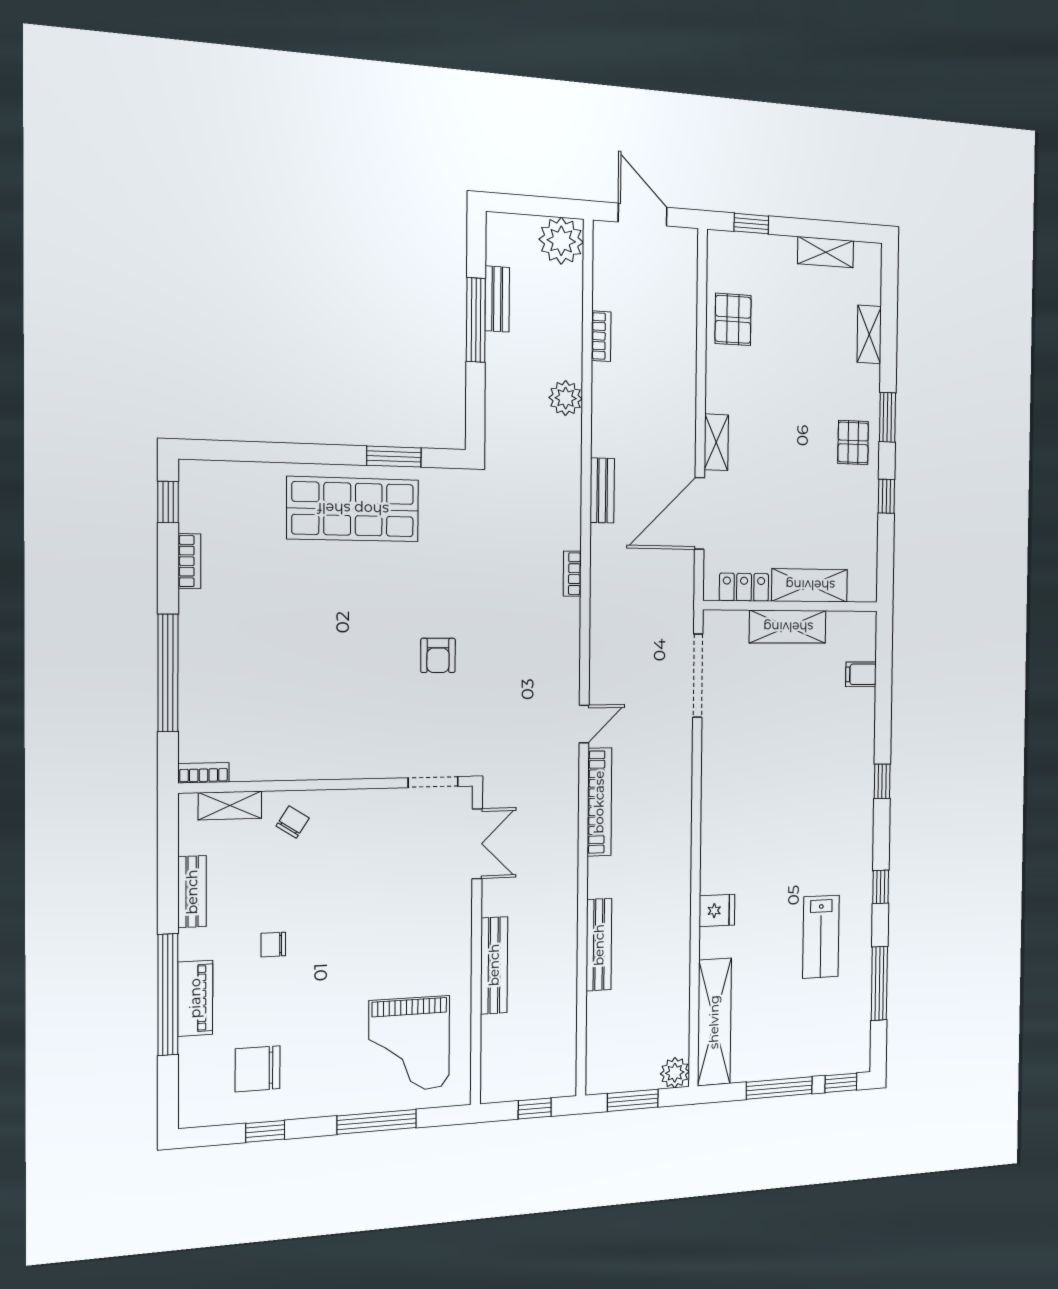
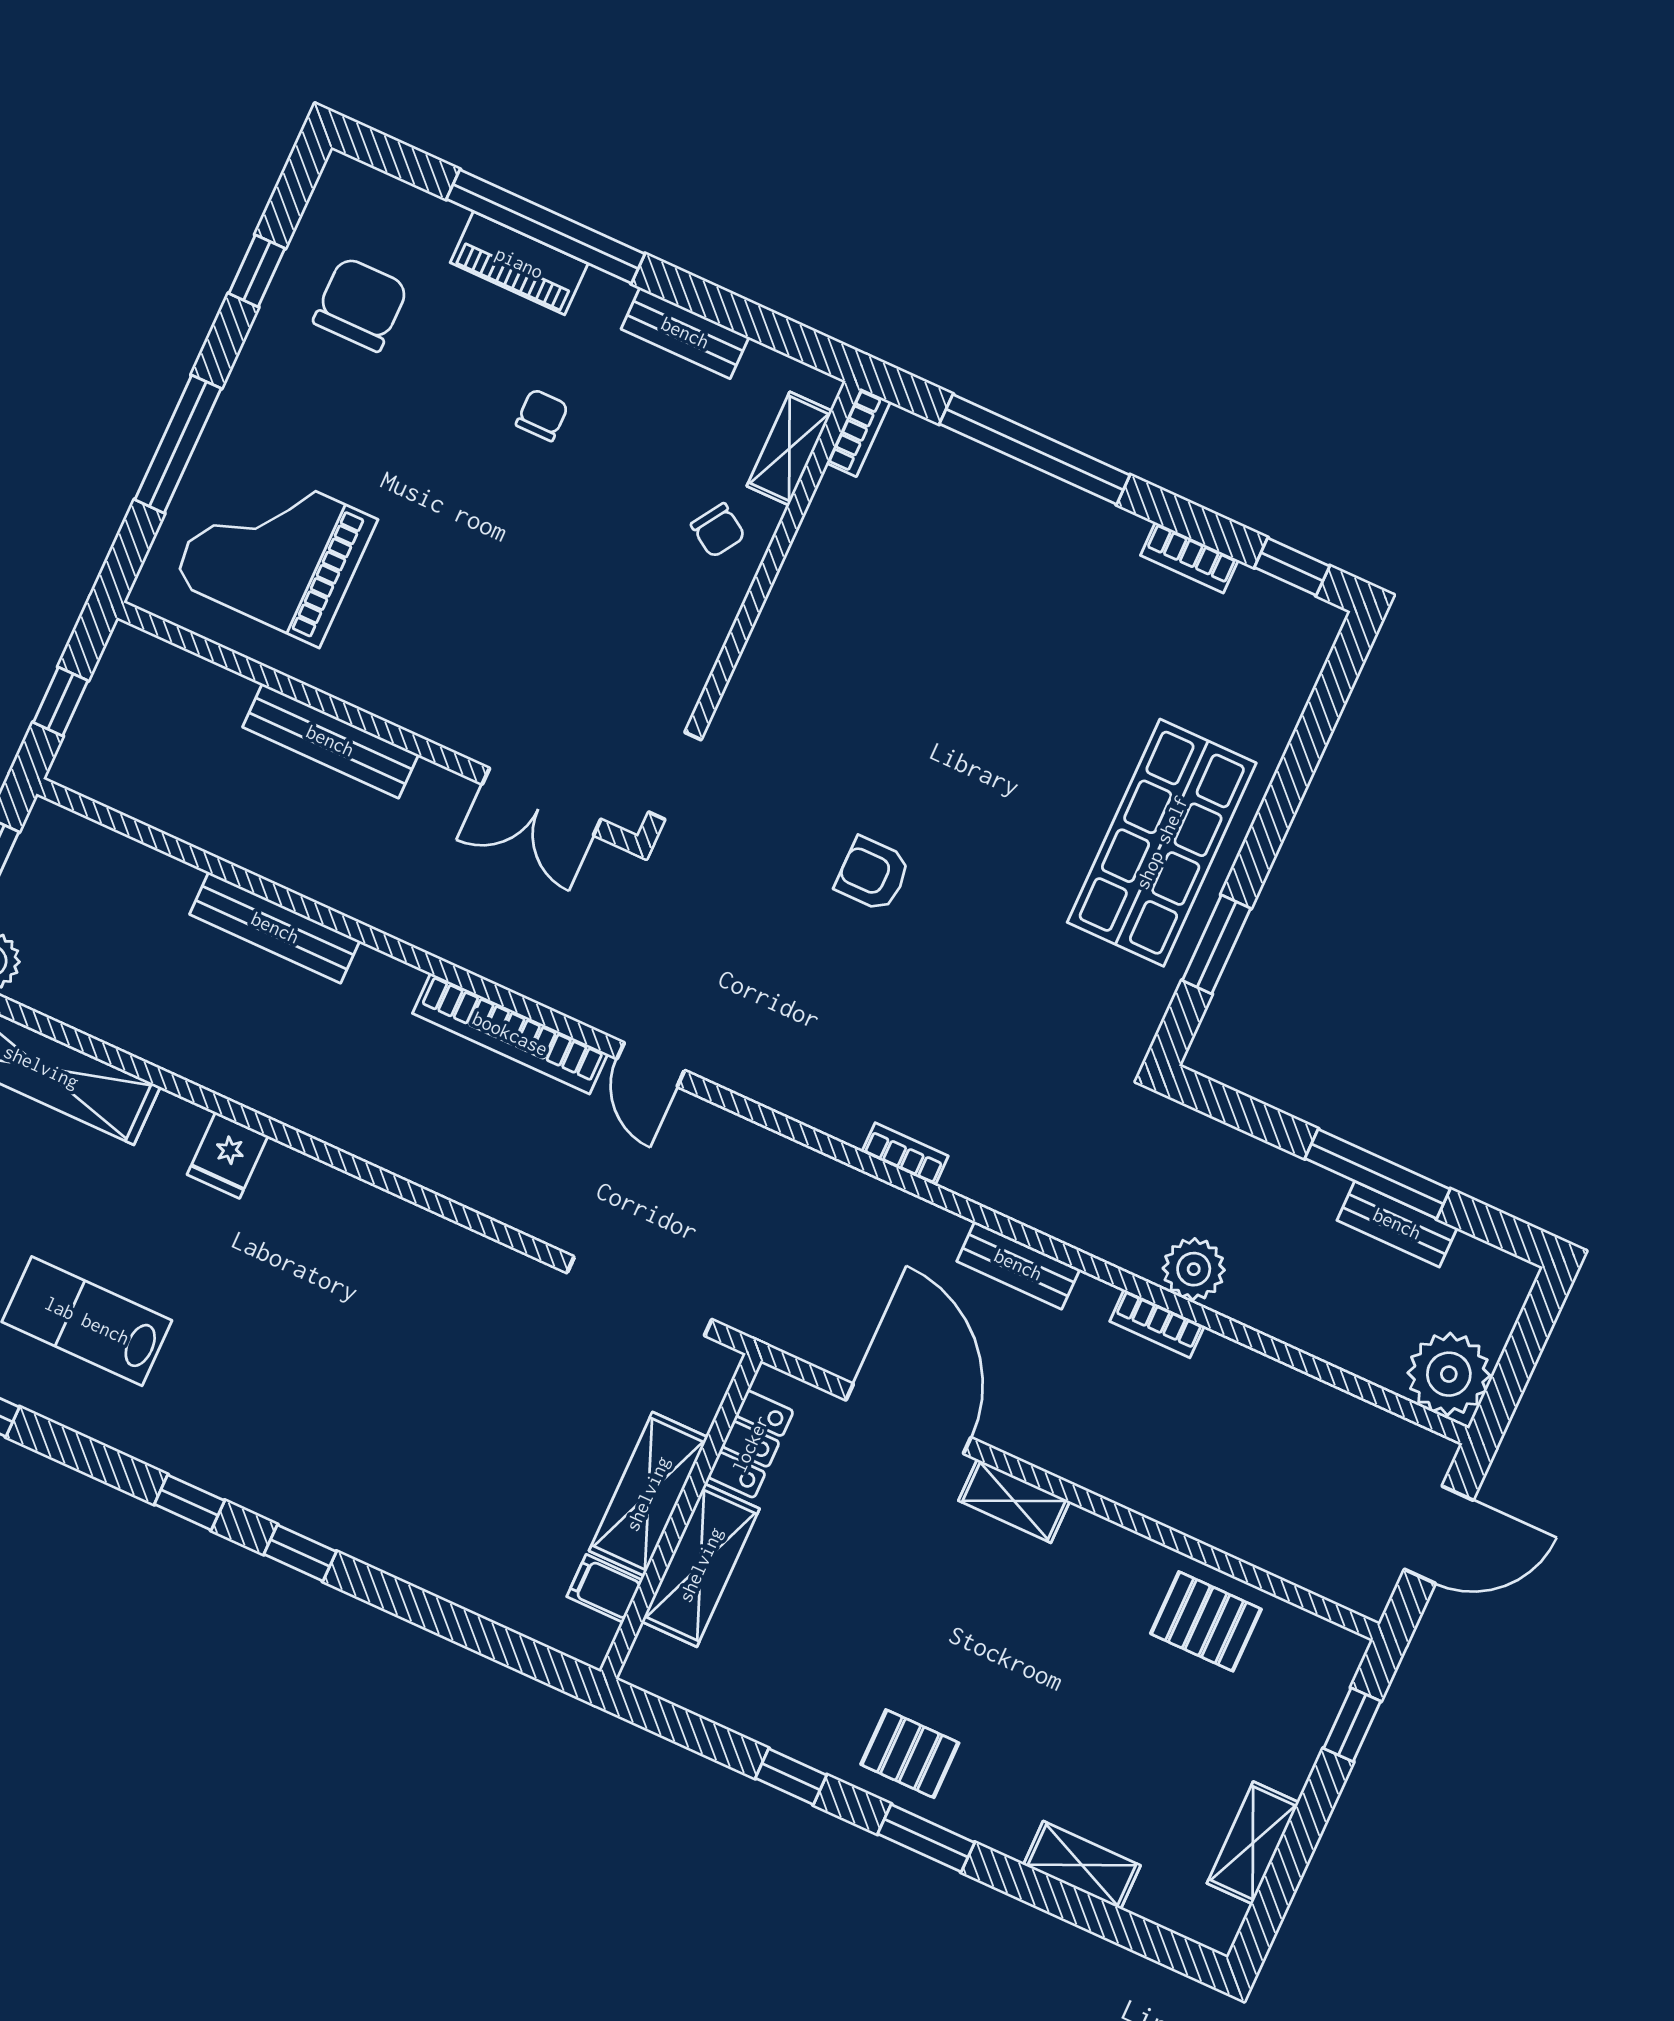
bookcase: (601, 336) -> (1157, 1324), moved
filing cabinet: (861, 674) -> (605, 1588), moved, turned -90
window: (881, 887) -> (189, 1502), moved

